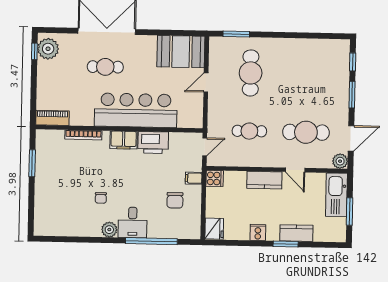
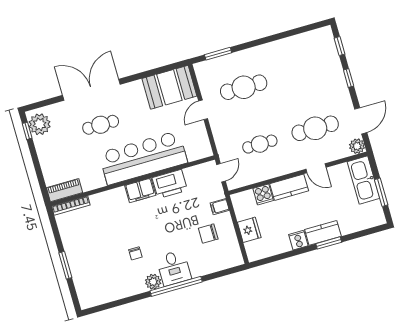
cafe table: (251, 73) -> (244, 87), turned 90
window: (352, 95) -> (349, 78), width x0.67
bookcase: (83, 135) -> (71, 206), moved
window: (32, 163) -> (65, 265), moved
cooker: (215, 178) -> (263, 195), moved, turned 90
chair: (175, 200) -> (208, 234), turned 90
fridge: (214, 229) -> (249, 230), moved
kitchen counter: (296, 233) -> (323, 233), moved
window: (151, 241) -> (176, 286), moved

